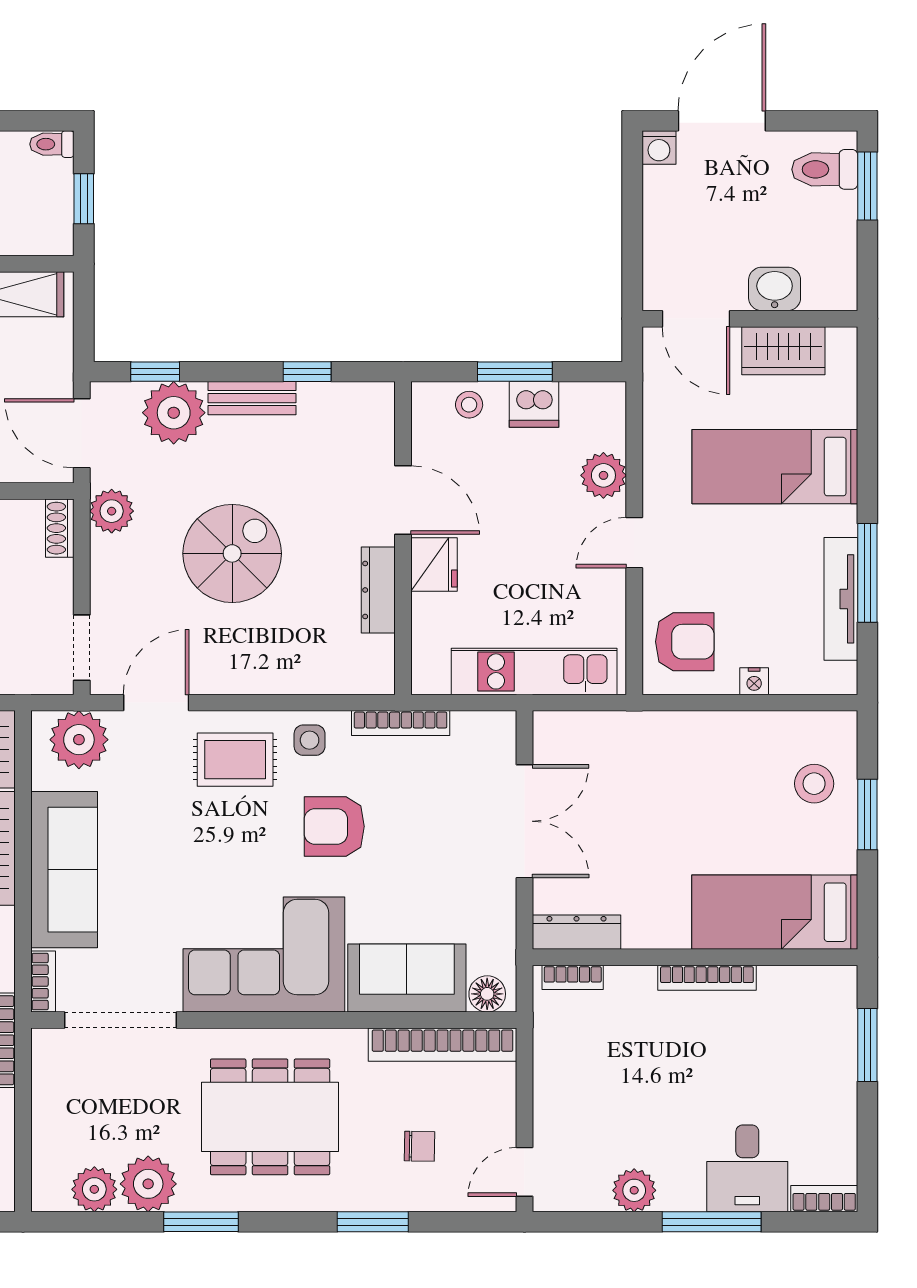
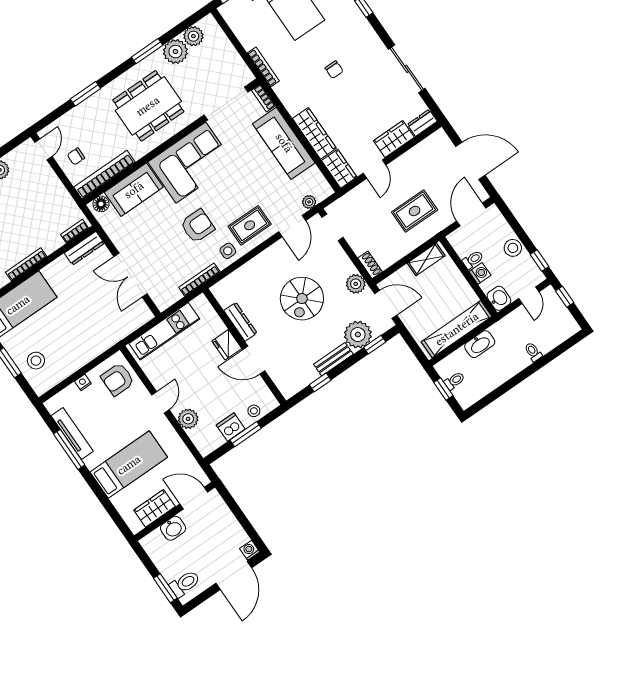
toilet: (52, 144) -> (454, 381), moved
plant: (79, 740) -> (309, 202), width x0.53, depth x0.53
chair: (420, 1146) -> (76, 156), moved

